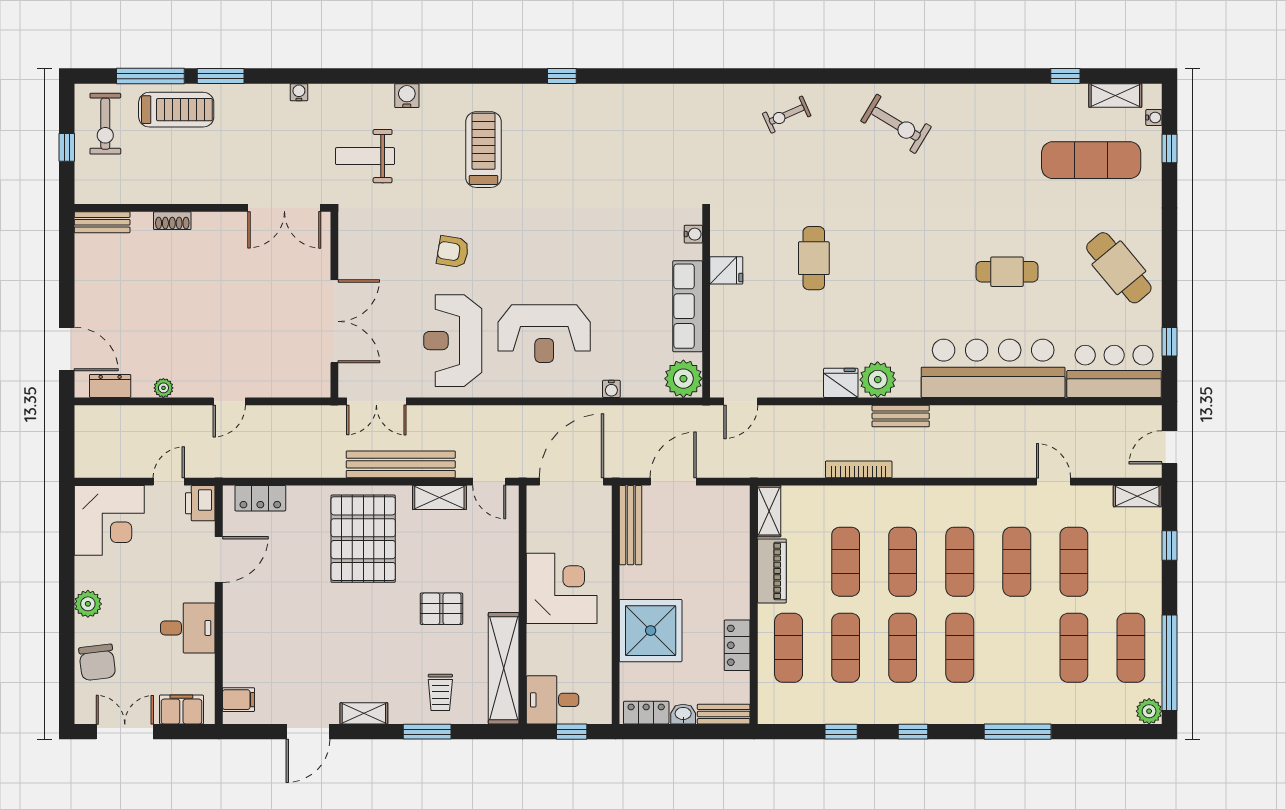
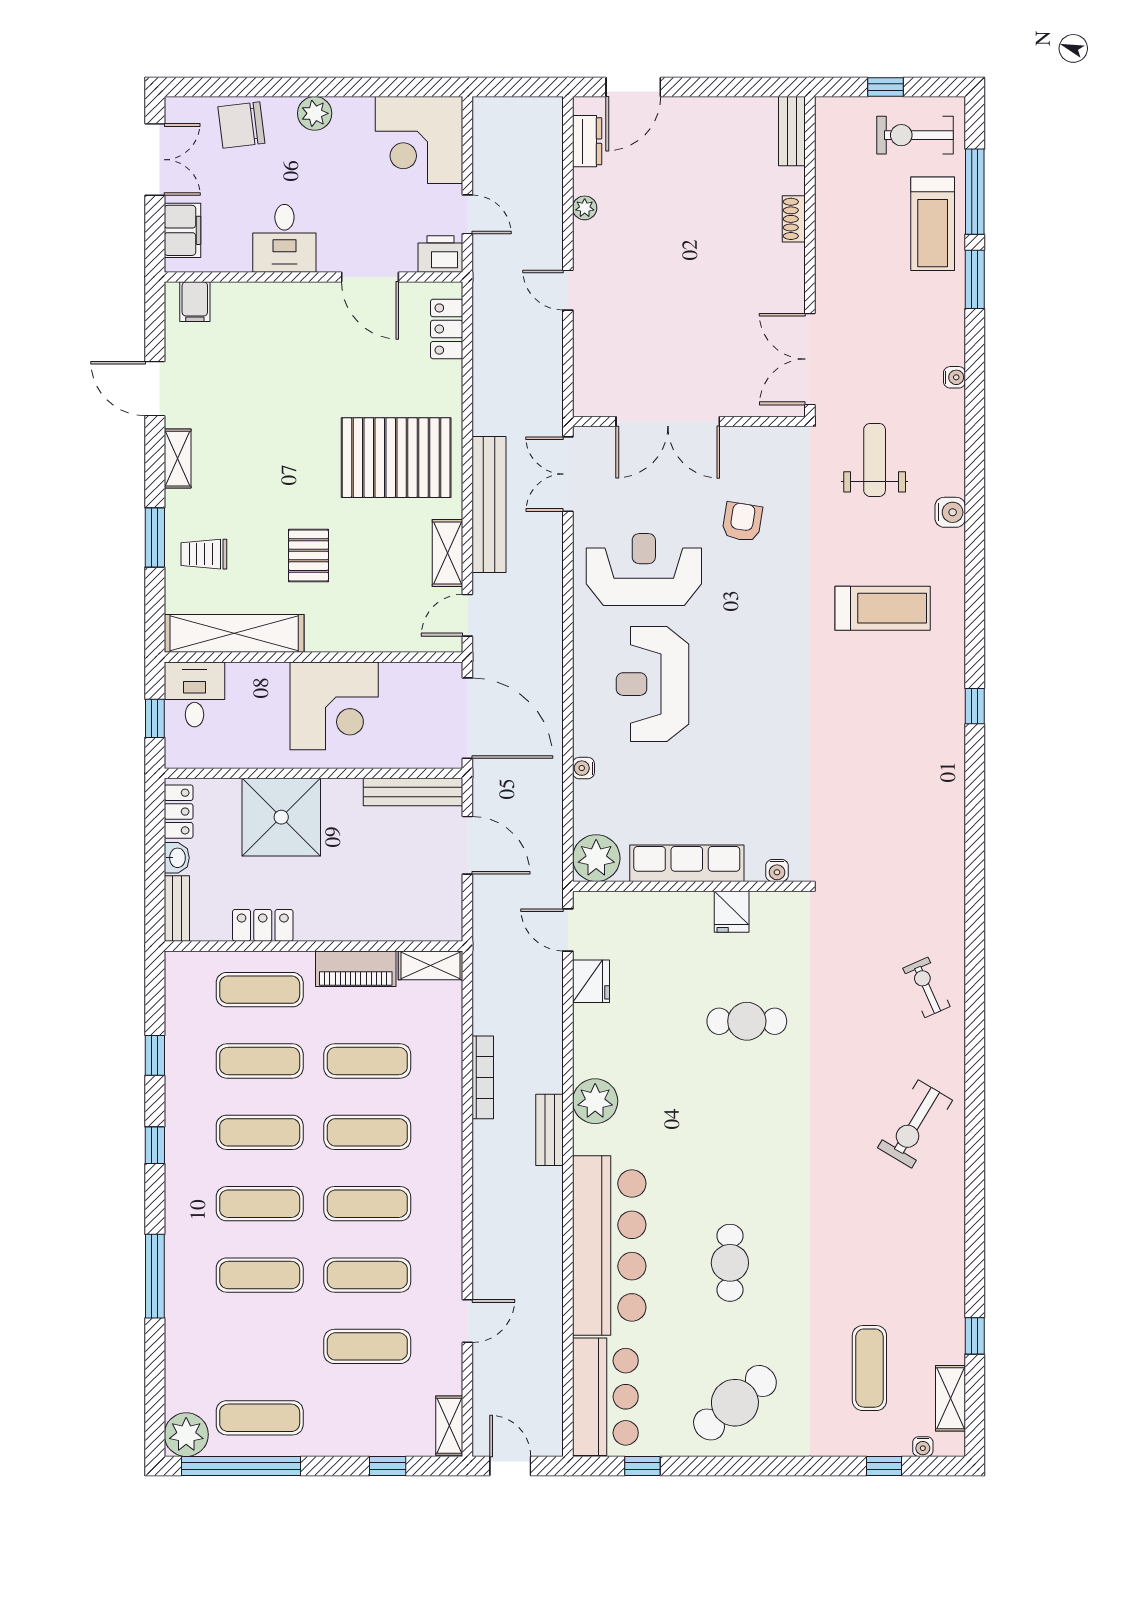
exercise mat: (1091, 160) -> (869, 1368), width x0.73, depth x0.69
armchair: (453, 252) -> (742, 522), moved
fridge: (841, 383) -> (591, 981), moved
exercise mat: (1074, 648) -> (260, 1275), moved
plant: (1149, 711) -> (186, 1435), width x1.36, depth x1.36

